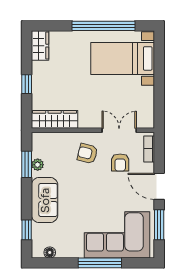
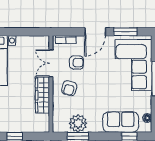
wardrobe: (55, 119) -> (42, 95), moved
plant: (38, 165) -> (78, 123), width x1.88, depth x1.88
sofa: (45, 200) -> (121, 122), moved

